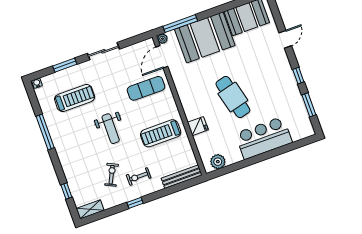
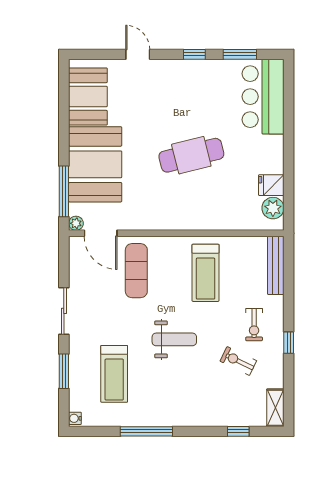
treadmill: (75, 98) -> (114, 374), turned 180
fridge: (198, 126) -> (271, 185), moved, turned -90
bar counter: (264, 138) -> (263, 97), moved

